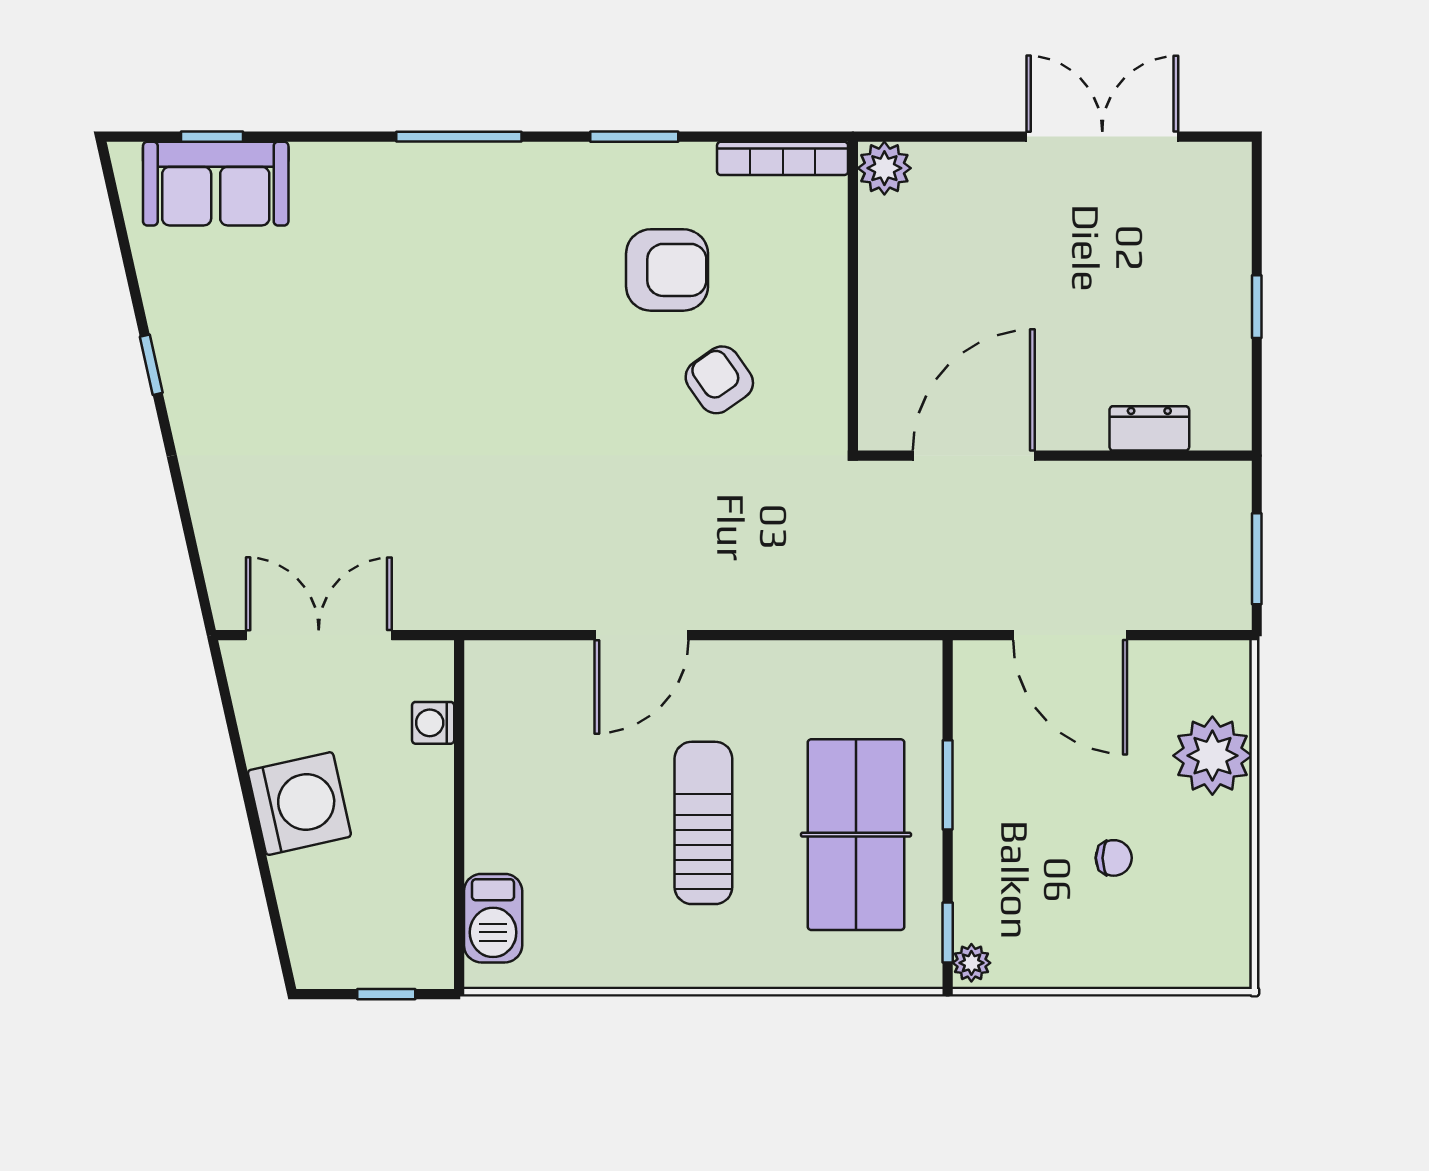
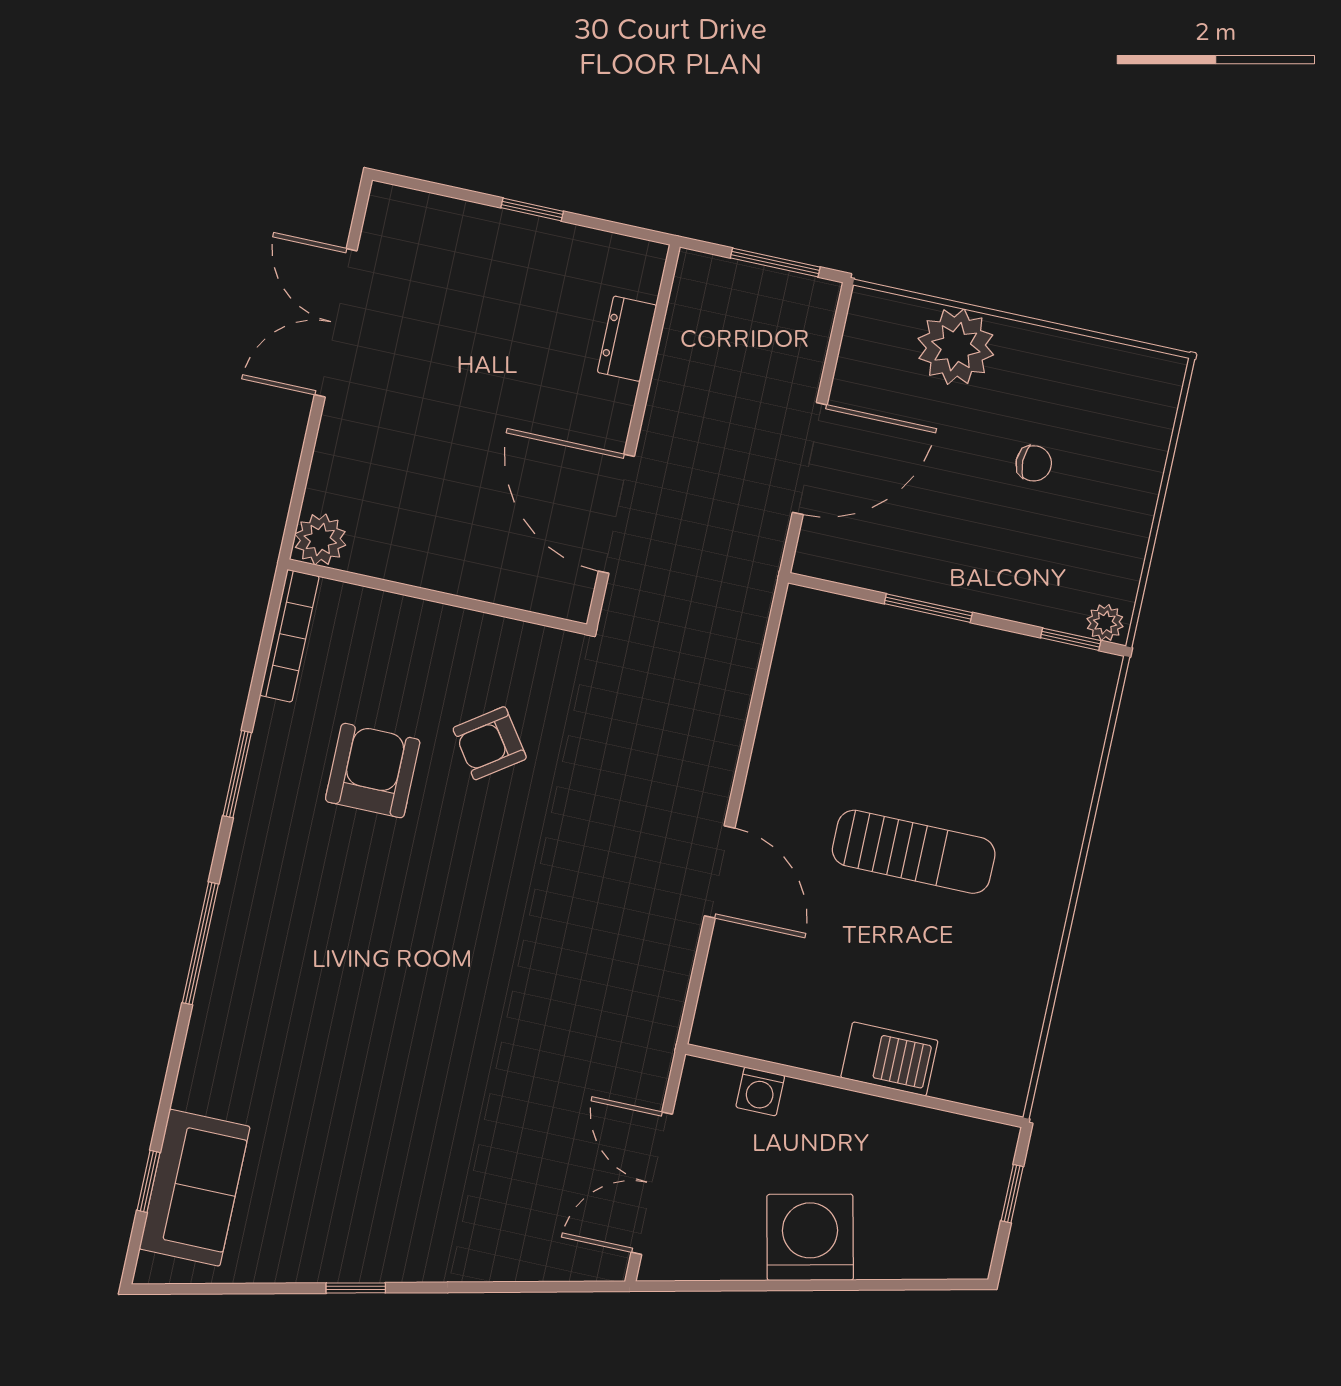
sun lounger: (703, 823) -> (914, 852), turned 180
table tennis table: (856, 835) -> (957, 707), removed
chair: (1114, 858) -> (1034, 463), turned 90
barbecue: (493, 918) -> (889, 1059), moved

